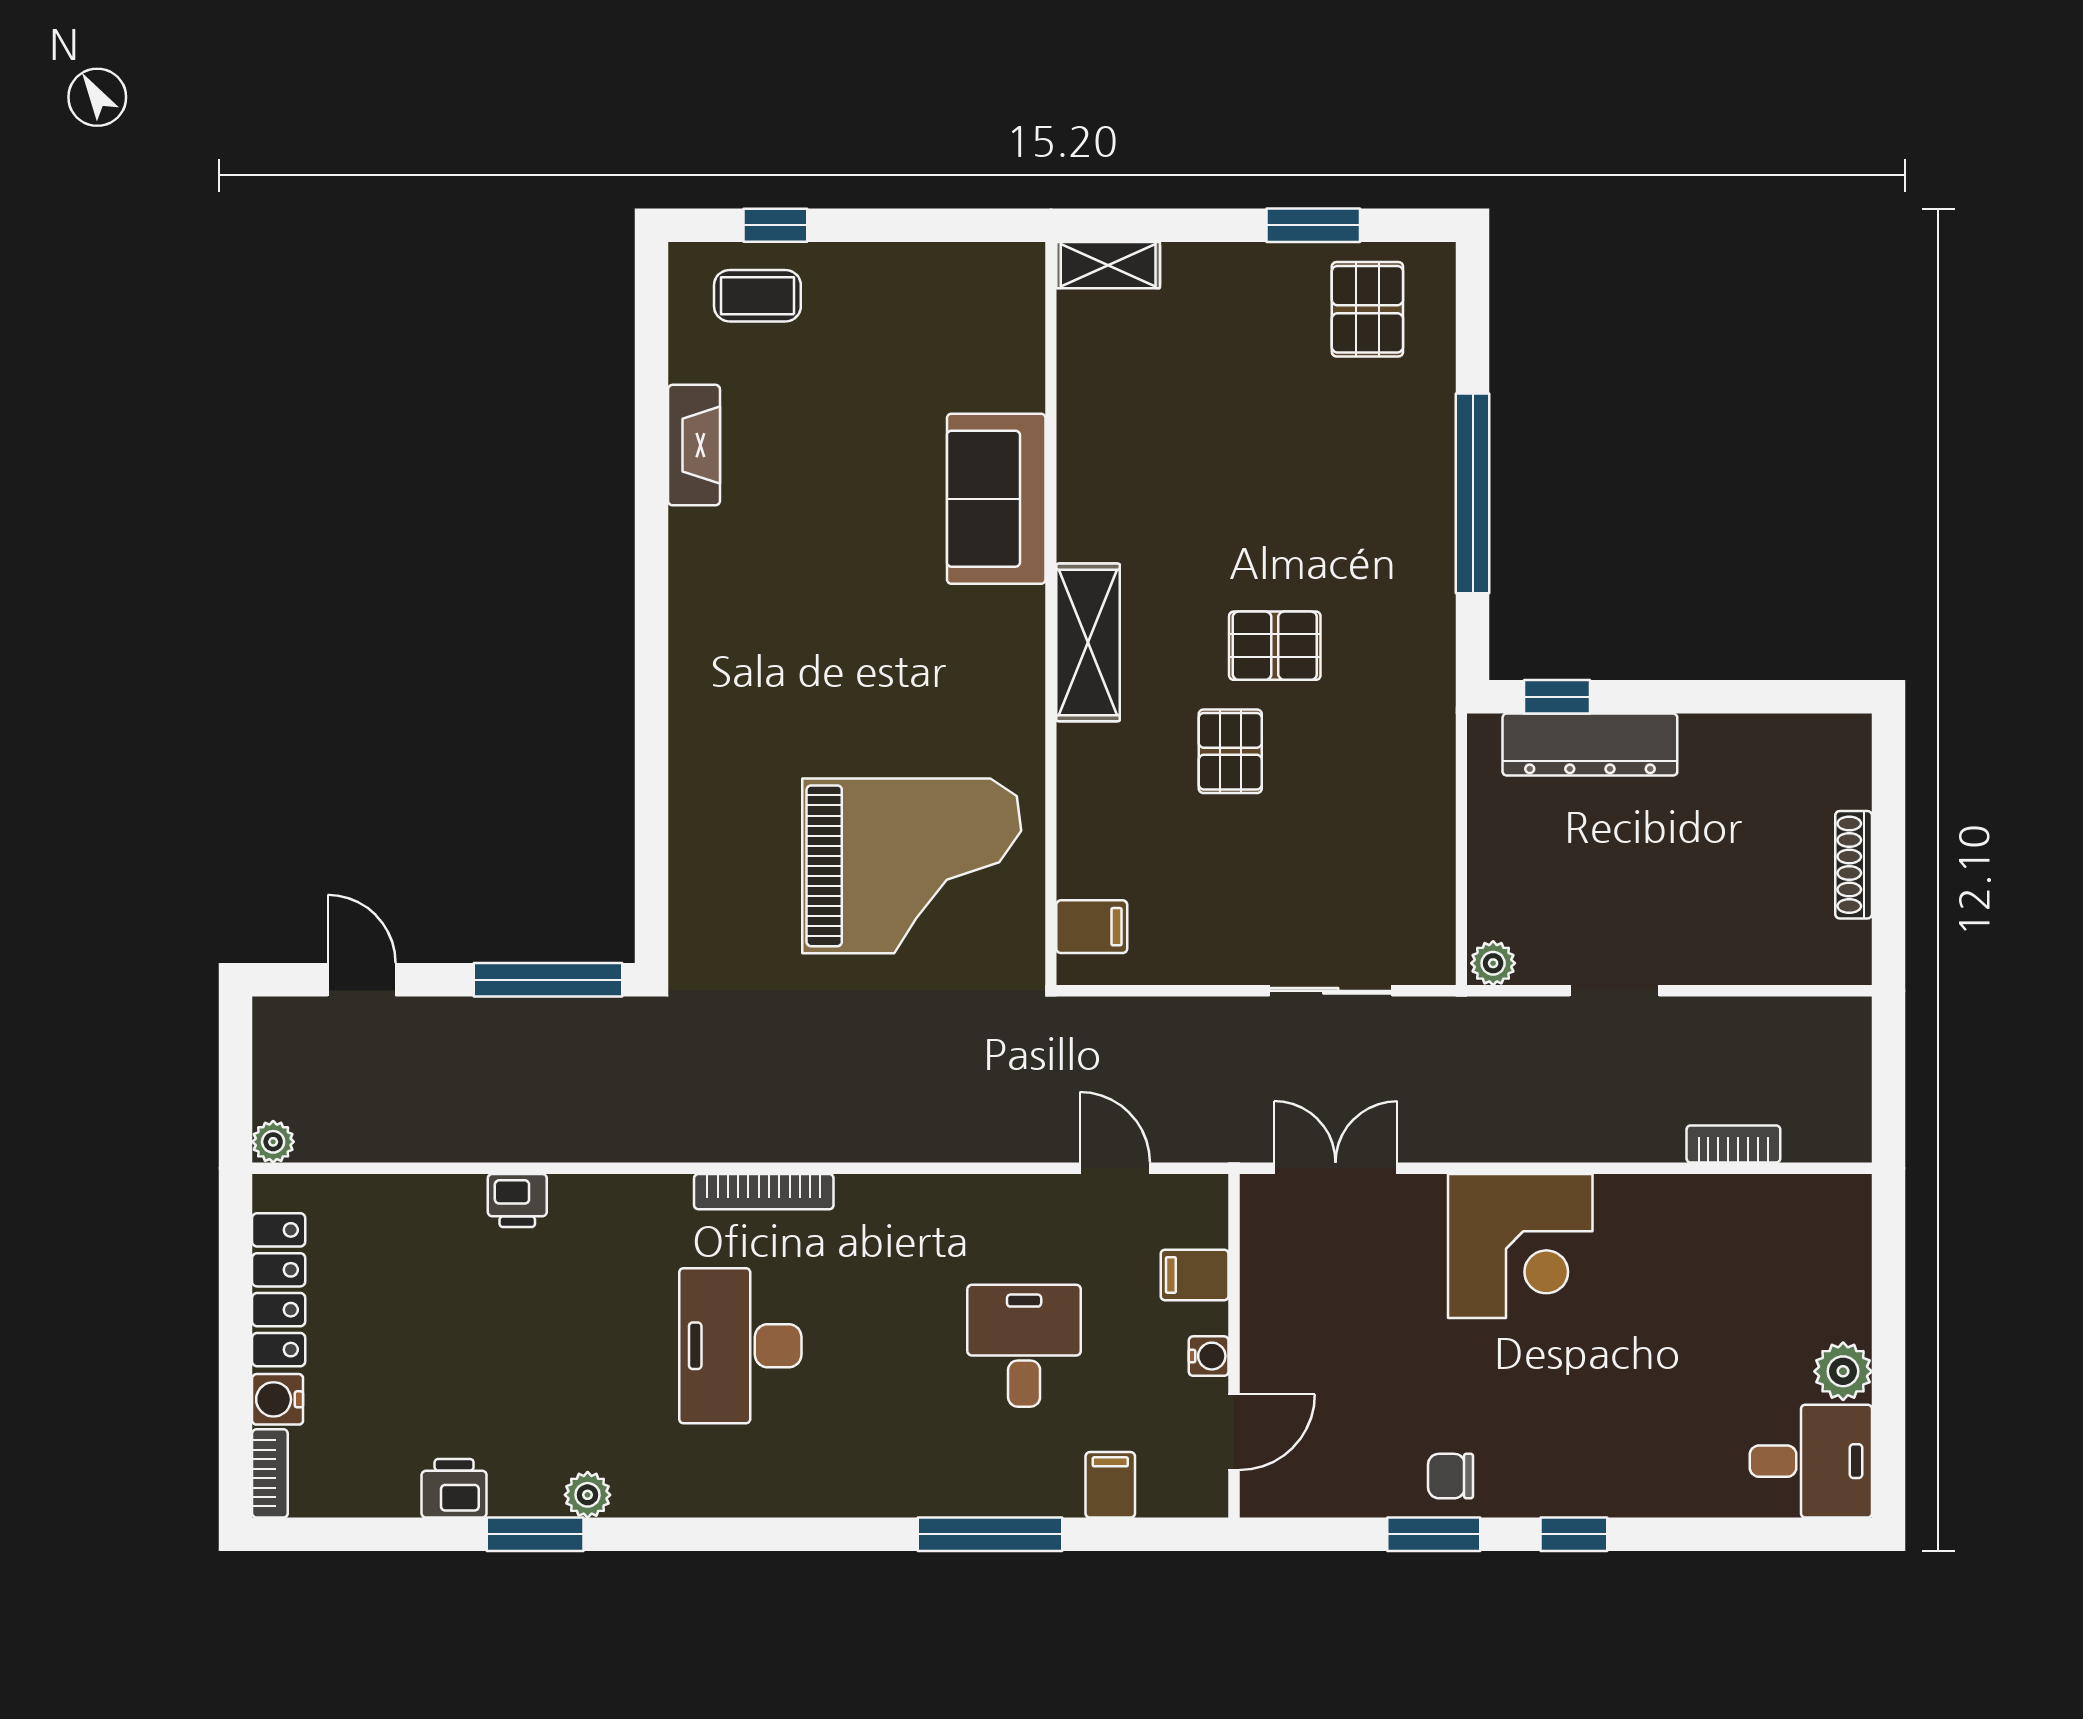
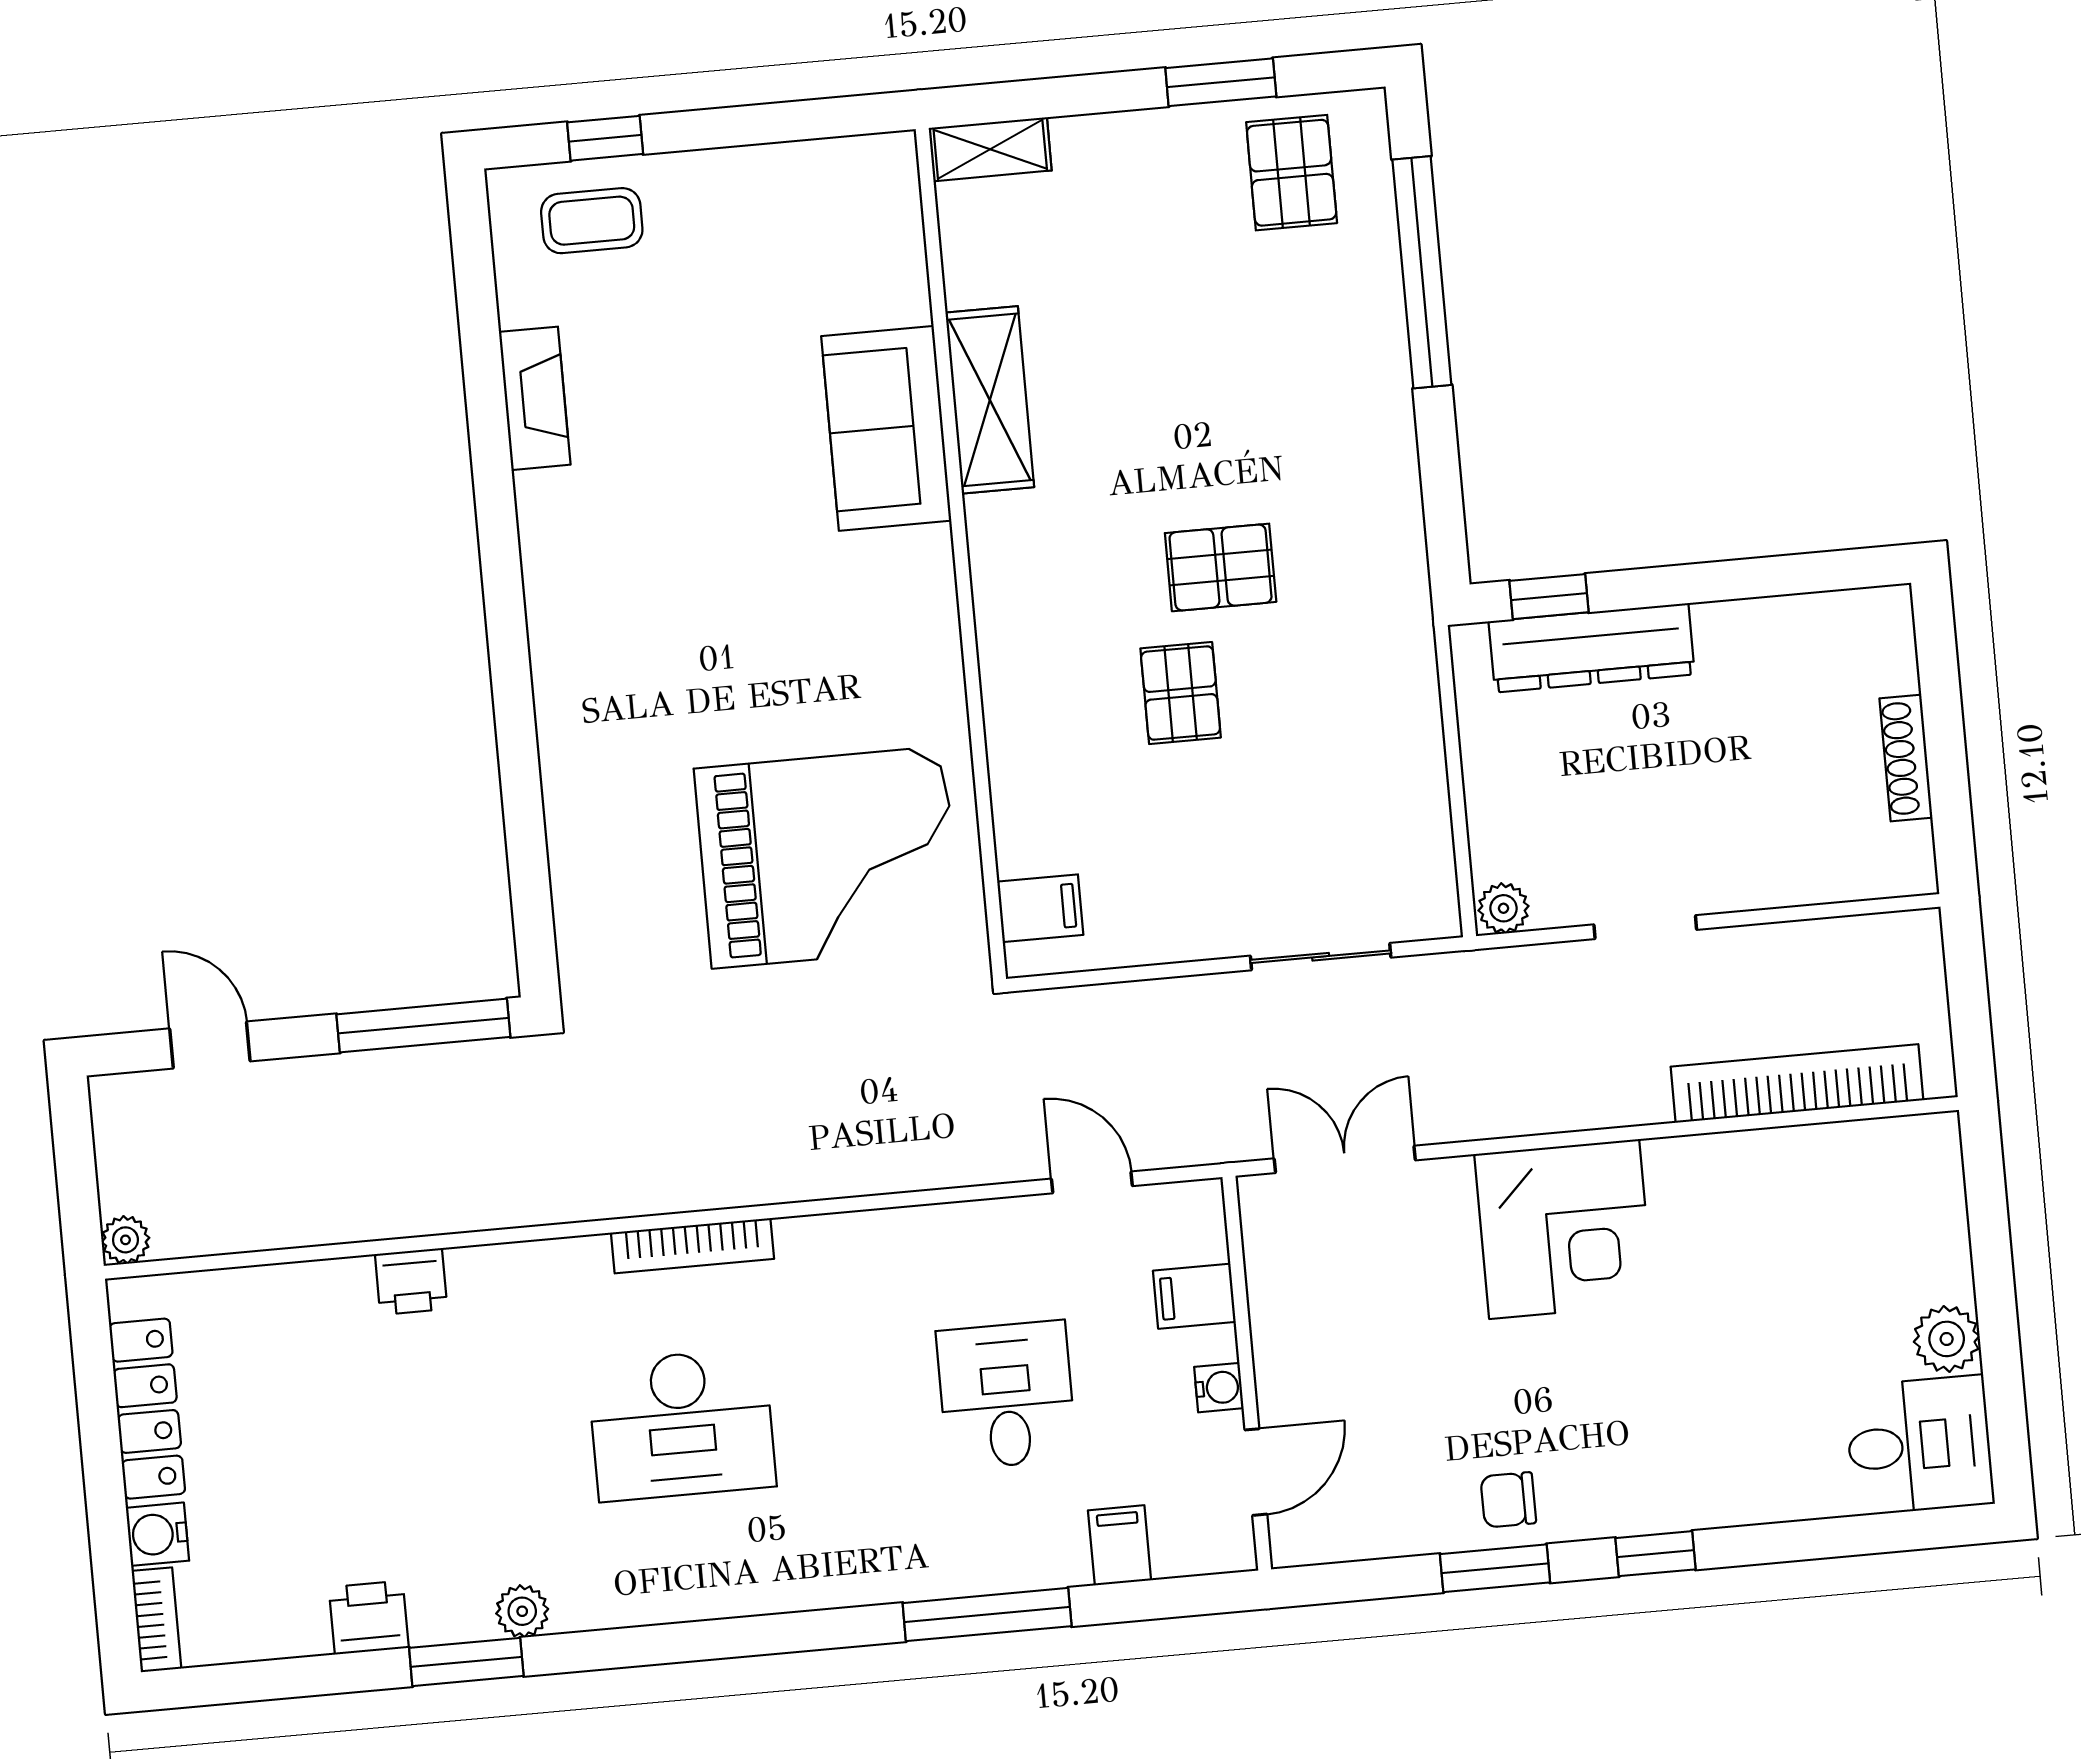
window: (1473, 493) -> (1422, 272), moved
shelving: (1088, 642) -> (990, 400), moved
bookcase: (1733, 1144) -> (1797, 1083), width x2.31, depth x1.31
desk: (740, 1346) -> (682, 1425), turned -90

